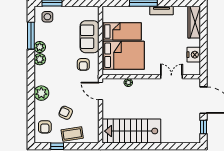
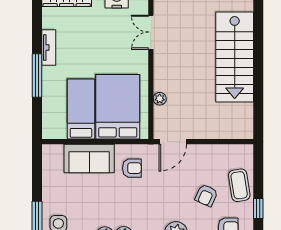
stairs: (131, 131) -> (235, 57), moved

